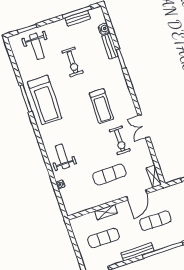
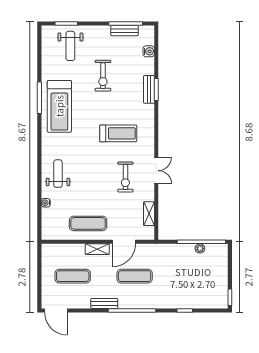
bench: (110, 46) -> (149, 89), moved
treadmill: (101, 106) -> (118, 133), turned -90
double door: (144, 126) -> (156, 171), swing flipped
exercise mat: (109, 175) -> (88, 223), moved
shelving: (154, 176) -> (149, 214), moved
shelving: (106, 212) -> (97, 249), moved
bench: (138, 252) -> (104, 303), width x0.73

